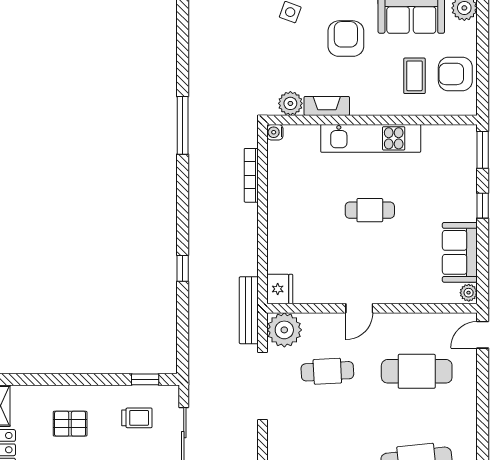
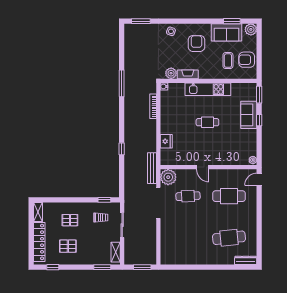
sofa: (460, 252) -> (249, 115), moved
fridge: (280, 289) -> (166, 141), moved
door: (359, 308) -> (203, 167), hinge flipped

